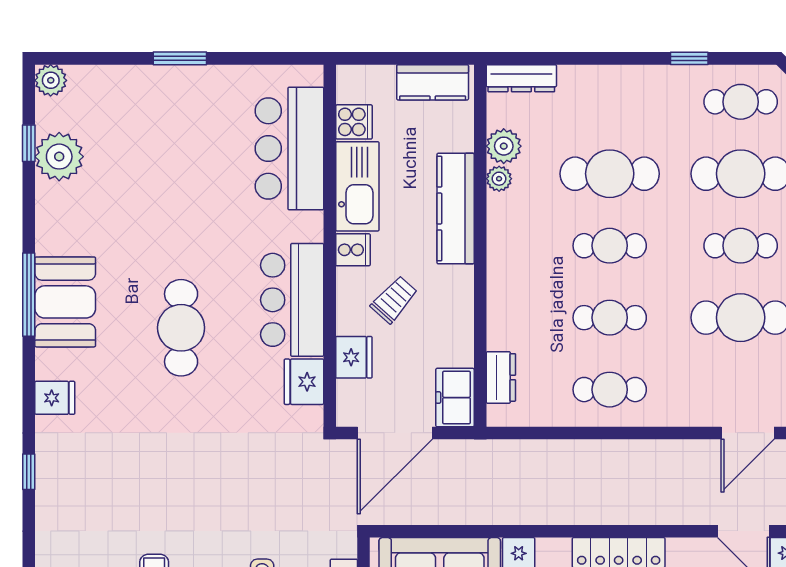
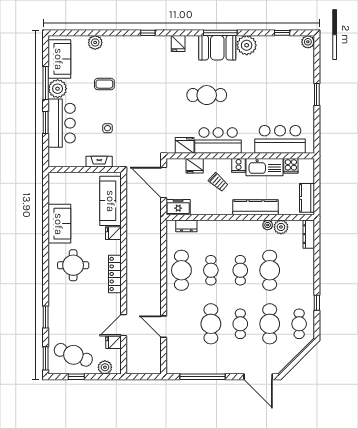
plant: (59, 157) -> (247, 45), moved
cafe table: (610, 390) -> (181, 270), width x1.37, depth x1.35

